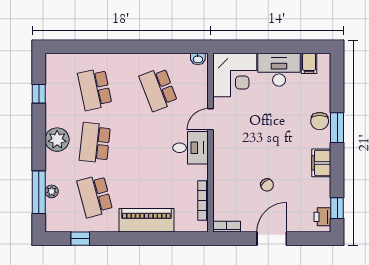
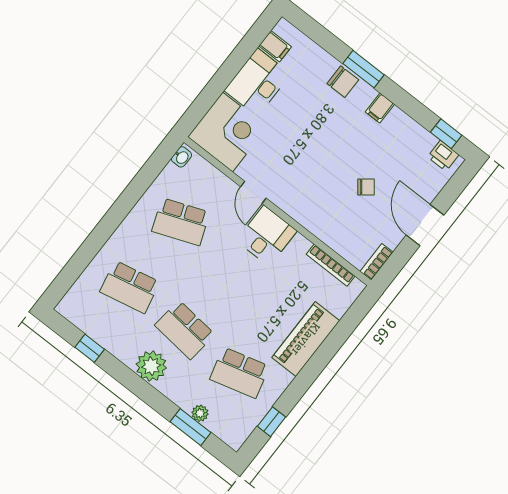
filing cabinet: (321, 163) -> (380, 108), width x0.50
window: (39, 192) -> (190, 427), width x0.69

